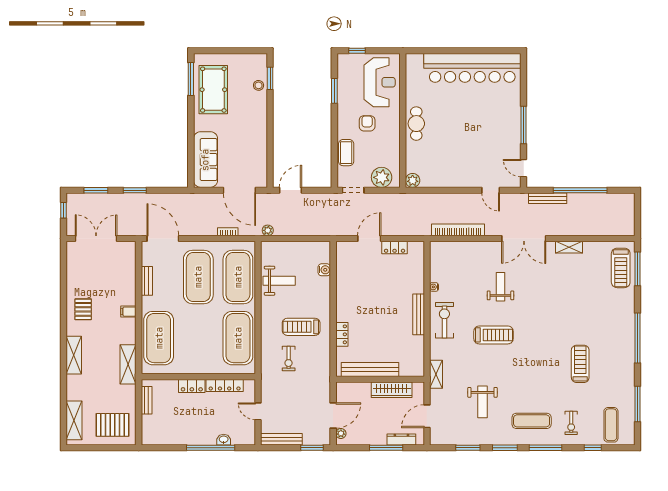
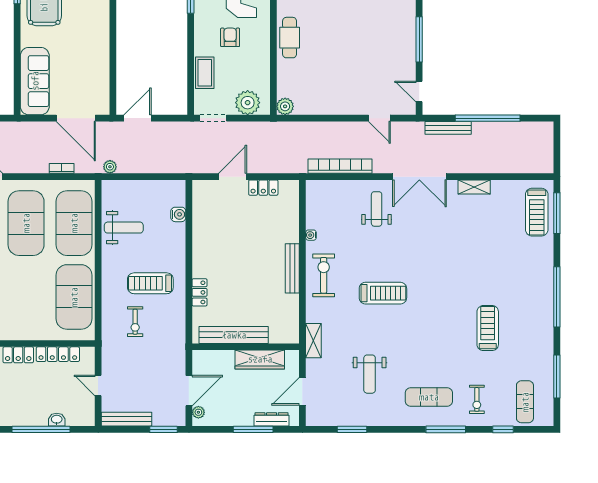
weight bench: (500, 287) -> (377, 209), moved
window: (505, 448) -> (397, 429), removed

